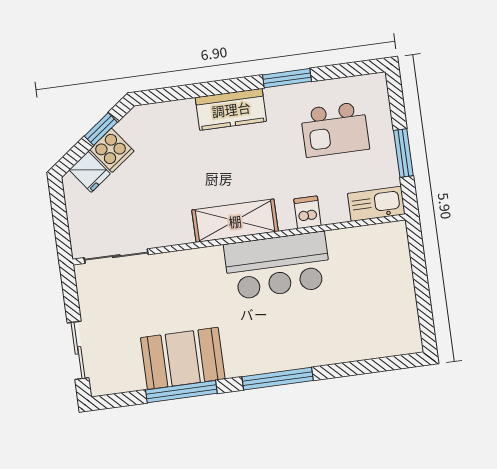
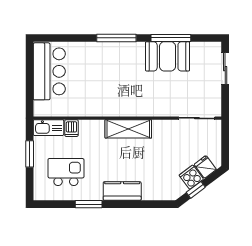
dishwasher: (307, 212) -> (71, 128), moved
bar counter: (278, 266) -> (49, 71), moved, turned 90

